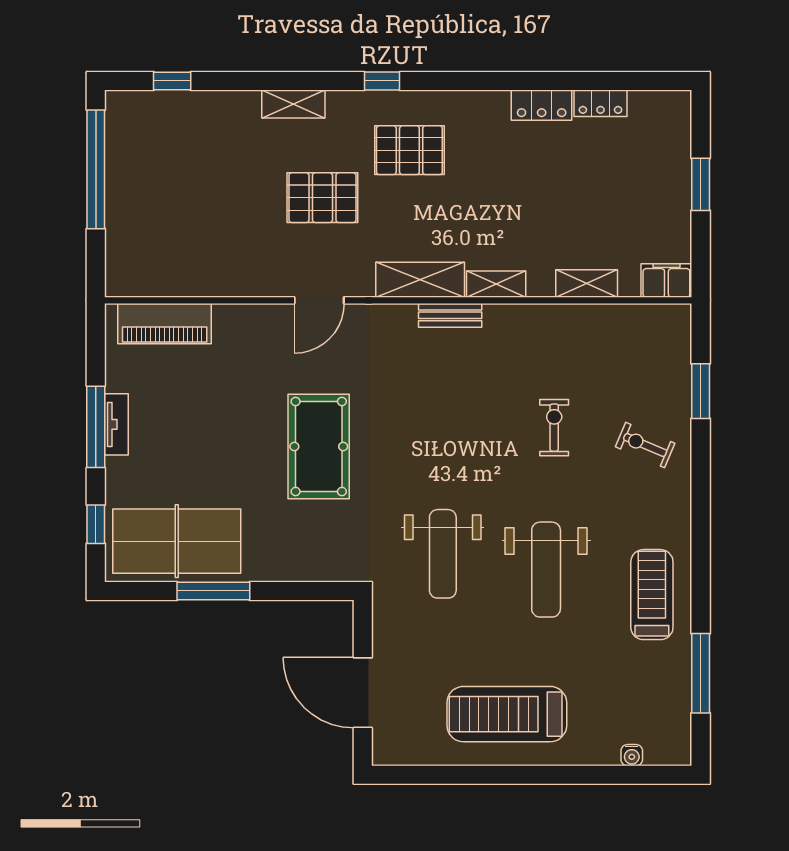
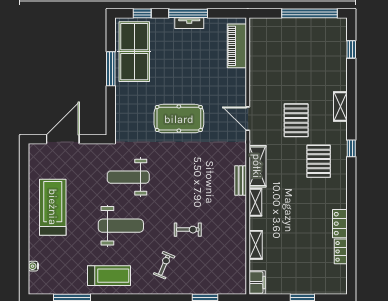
exercise bike: (645, 445) -> (164, 265), moved
weight bench: (546, 570) -> (121, 226), turned 180

